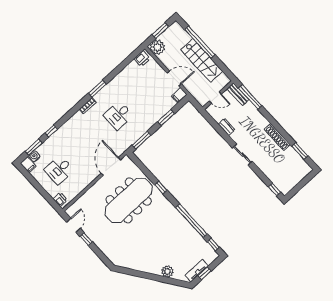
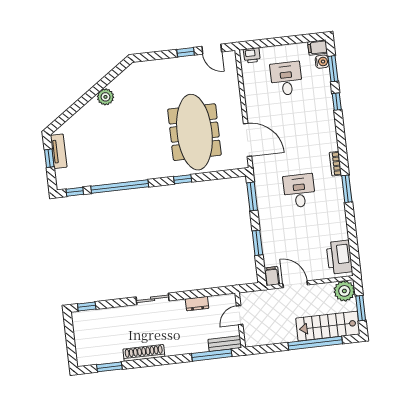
printer: (142, 59) -> (339, 257), width x1.87, depth x1.48
stairs: (202, 60) -> (328, 326), moved
door: (174, 78) -> (295, 284), swing flipped
plant: (167, 271) -> (105, 97), moved

